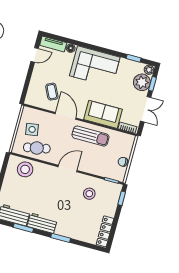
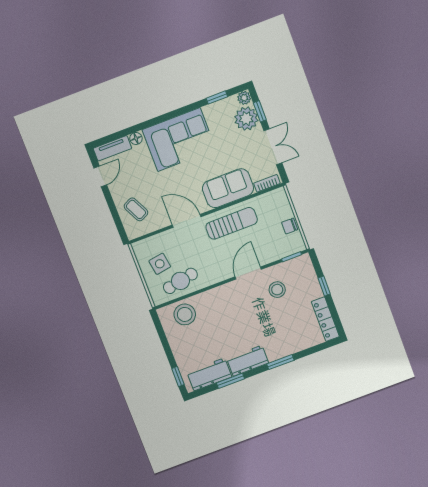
coffee table: (52, 92) -> (136, 209), moved
door: (68, 169) -> (248, 273), moved
window: (122, 198) -> (324, 286), moved

